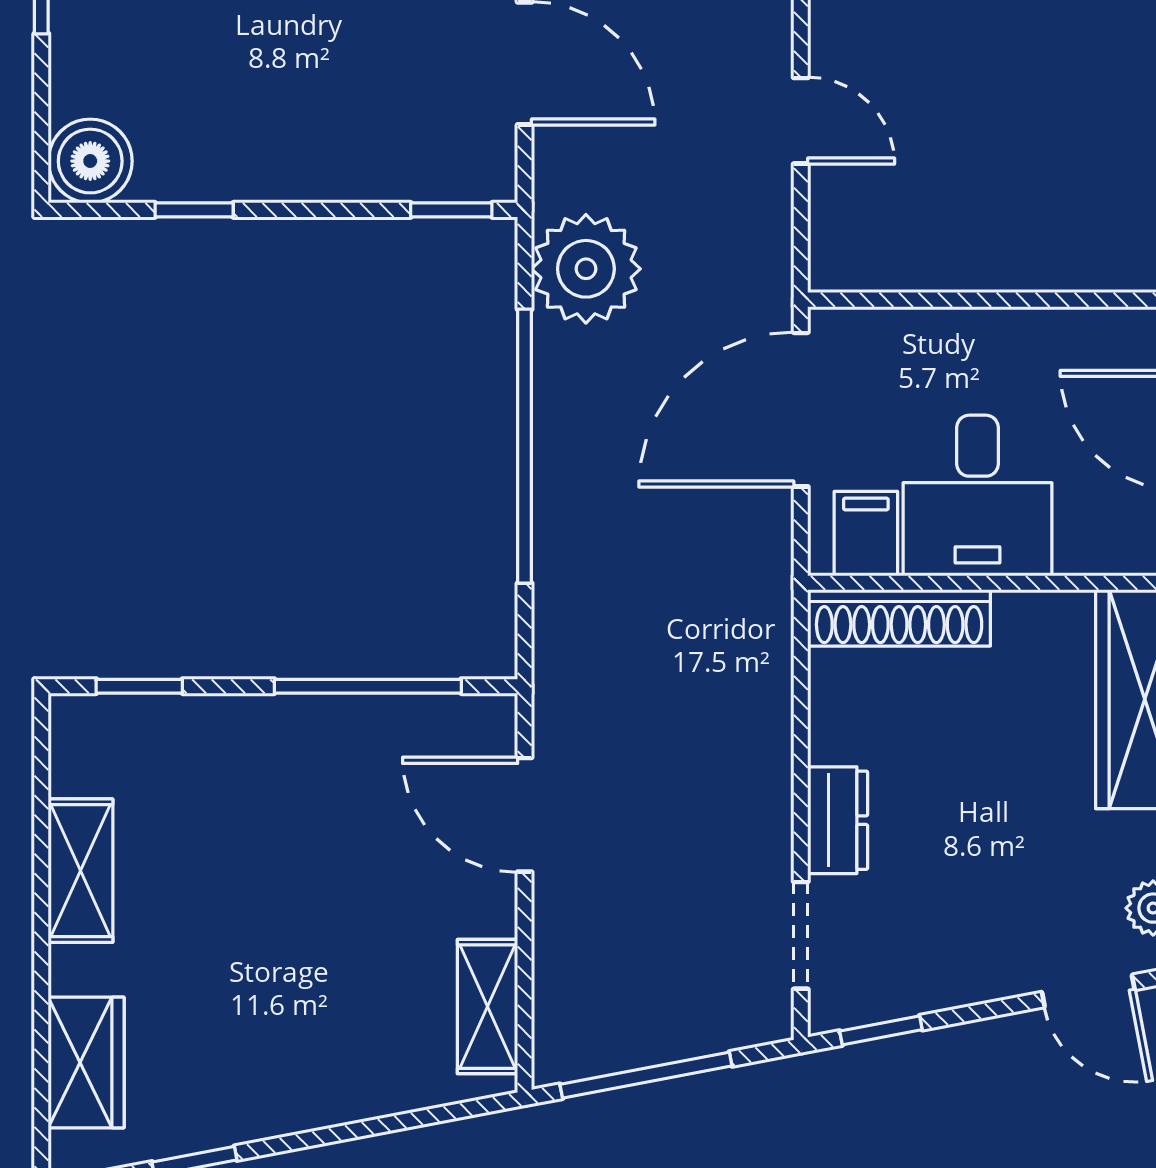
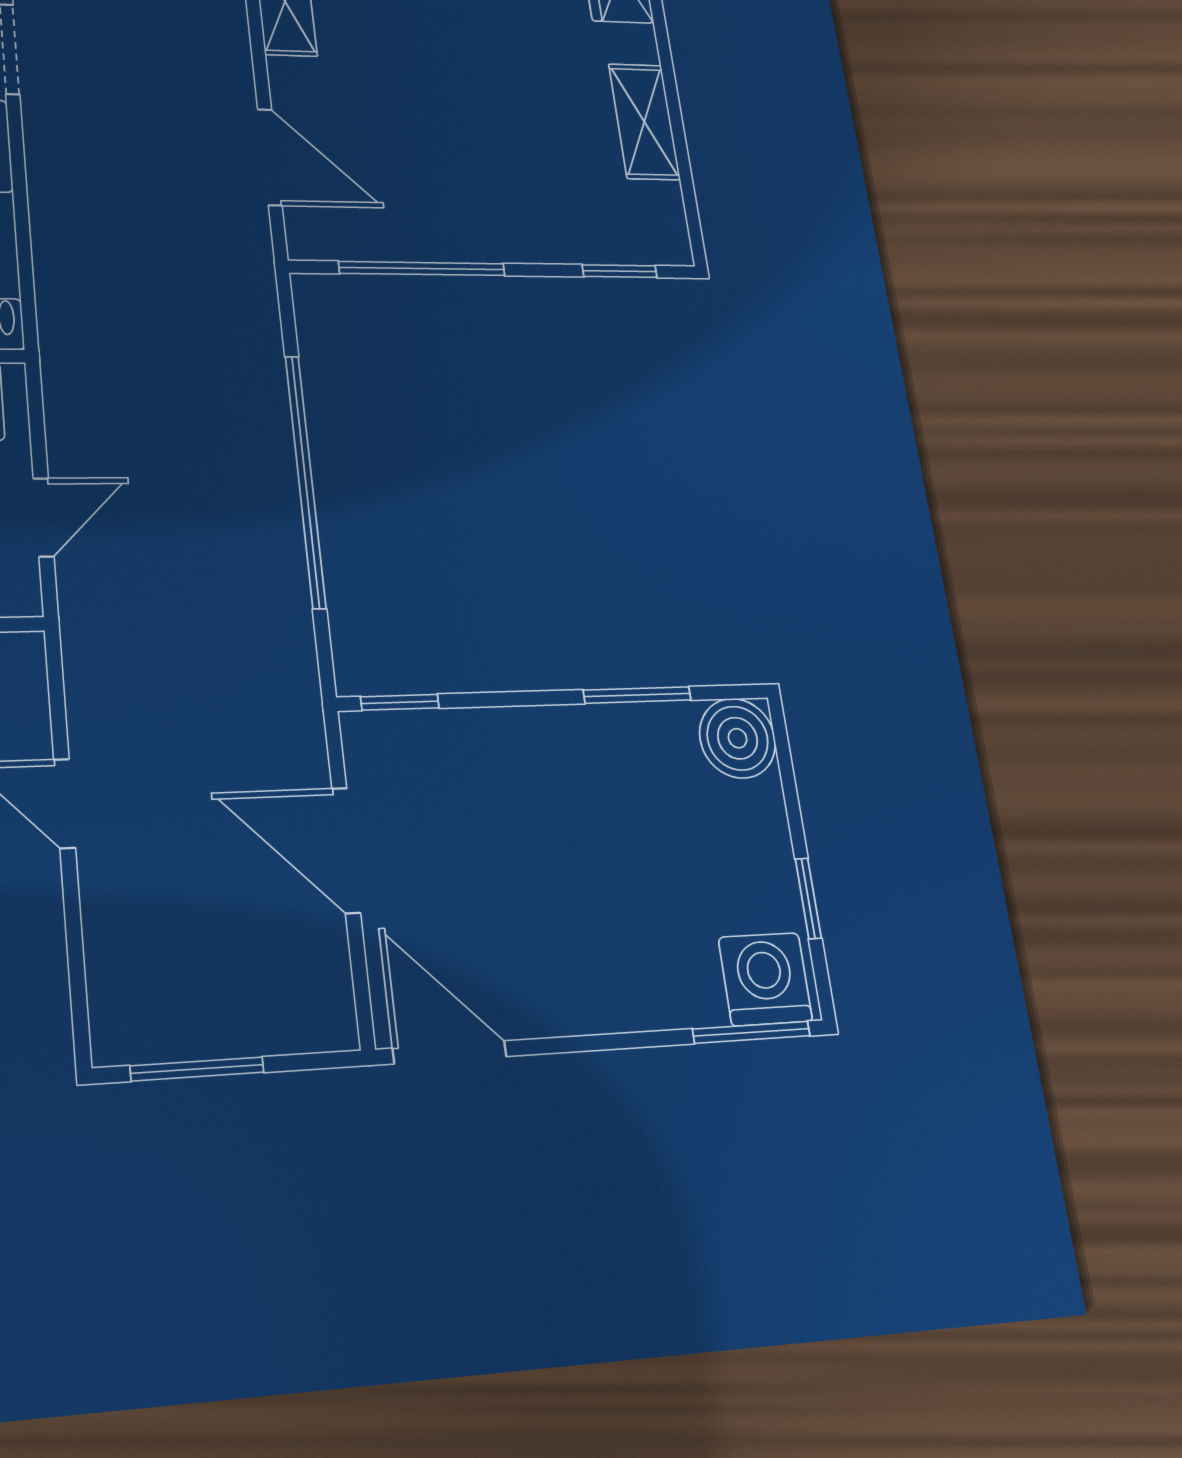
window: (194, 210) -> (637, 695), width x1.50
plant: (586, 269) -> (265, 649), removed
door: (801, 410) -> (44, 517), width x0.53

